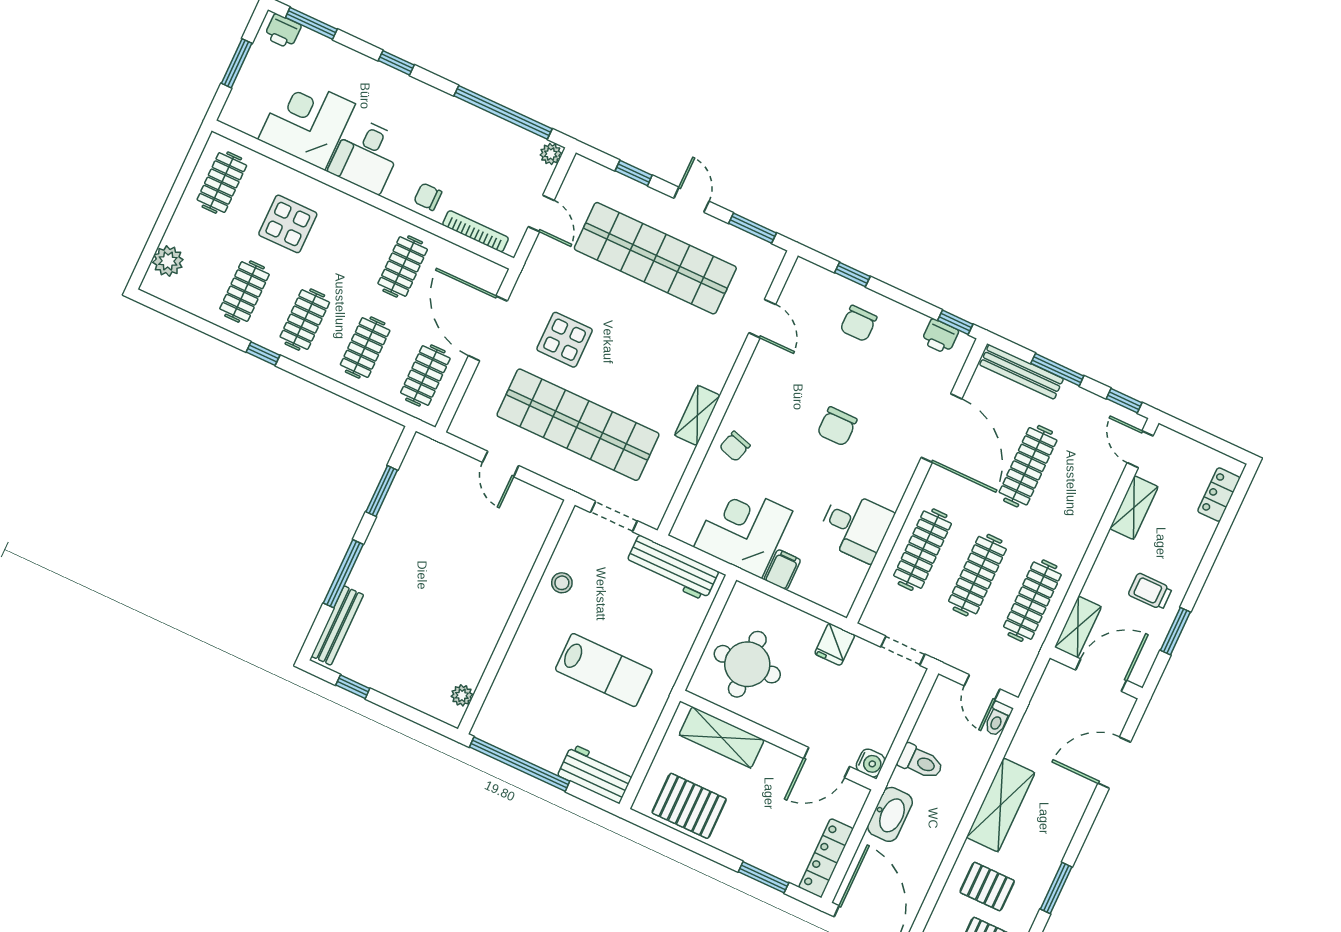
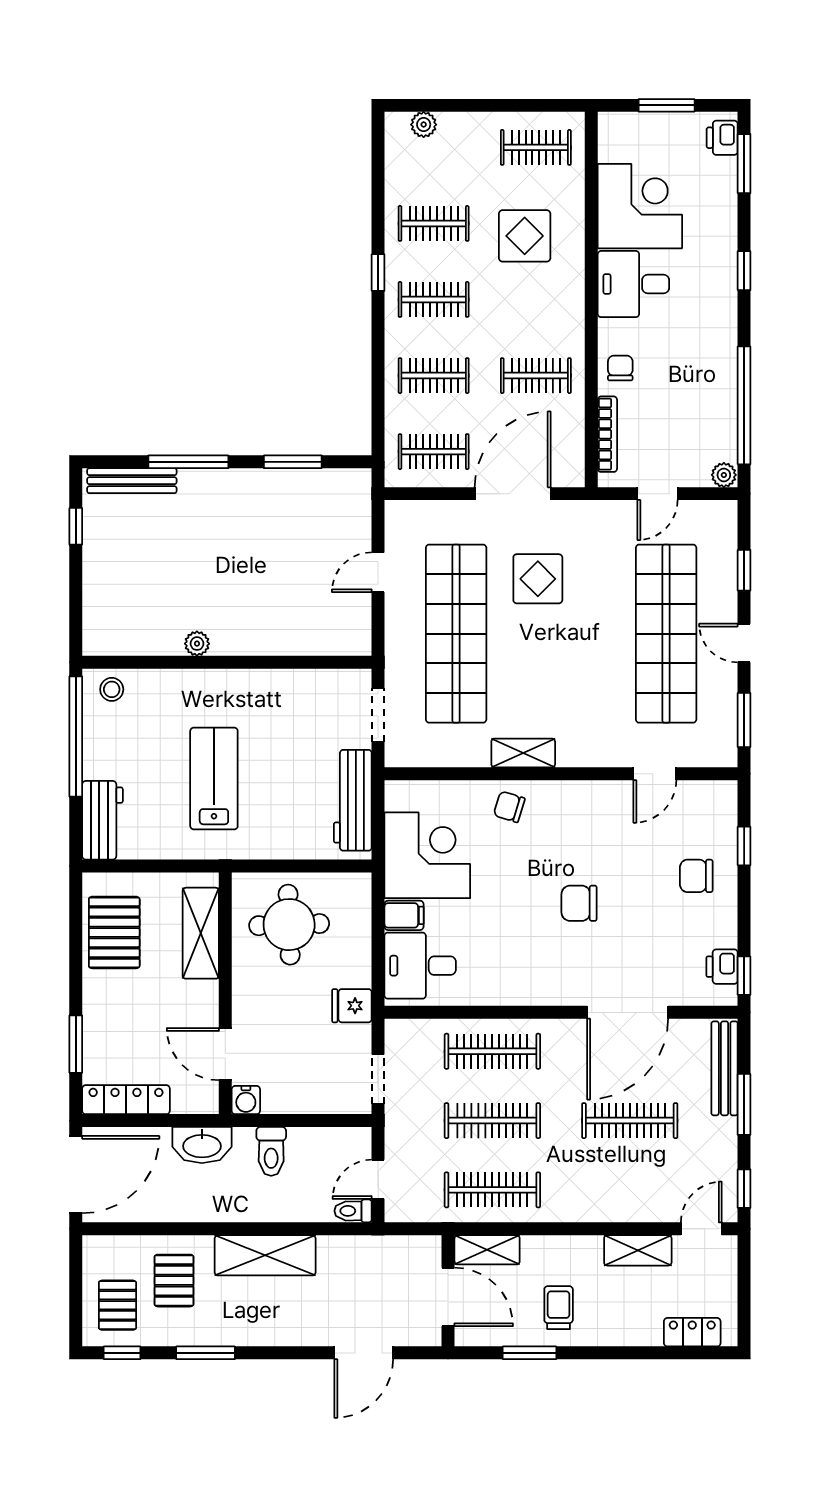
door: (691, 200) -> (744, 643), swing flipped
plant: (168, 261) -> (424, 125), width x0.73, depth x0.73
desk: (855, 526) -> (420, 966), moved, turned 90
stool: (562, 583) -> (112, 689), moved
lab bench: (604, 670) -> (214, 779), turned 180
plant: (462, 695) -> (197, 644), moved
door: (1114, 763) -> (364, 1353), swing flipped

